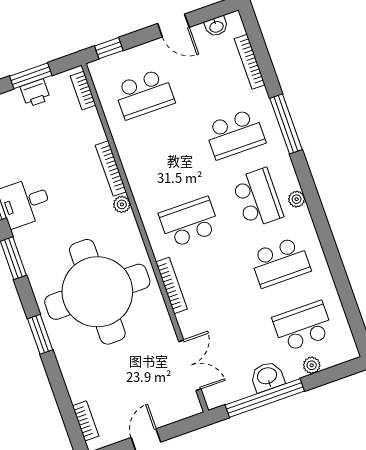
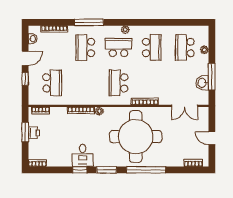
window: (109, 48) -> (25, 79), moved
school desk: (235, 134) -> (85, 47), turned 180
window: (40, 334) -> (146, 170), width x2.11
double door: (190, 365) -> (185, 106), swing flipped
washbasin: (267, 377) -> (202, 83), moved
window: (265, 398) -> (212, 77), width x0.68

